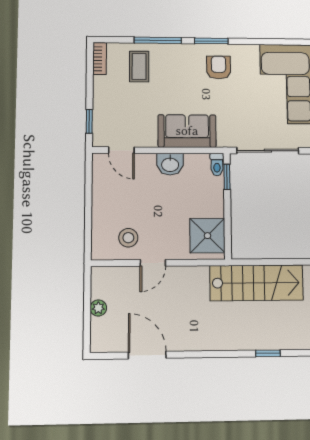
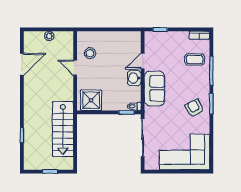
armchair: (219, 67) -> (194, 108), turned -119
door: (121, 150) -> (143, 61), moved

